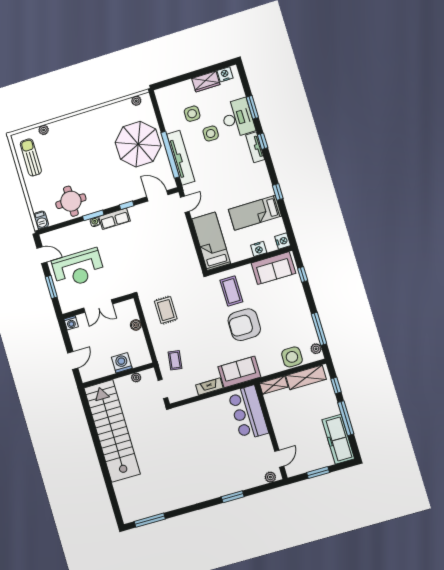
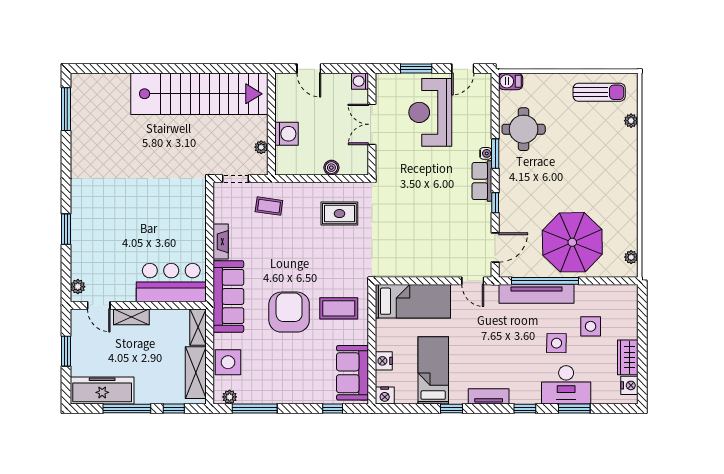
tv unit: (255, 147) -> (489, 396), moved
sofa: (239, 372) -> (228, 296), width x1.36
shelving: (280, 434) -> (131, 317), added

